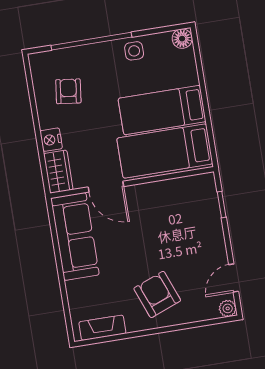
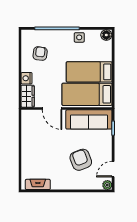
sofa: (75, 236) -> (89, 119), moved, turned 90
armchair: (157, 294) -> (81, 160), moved

